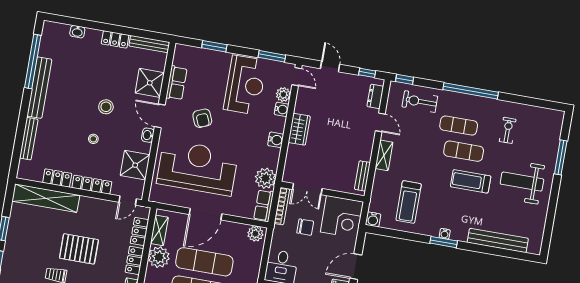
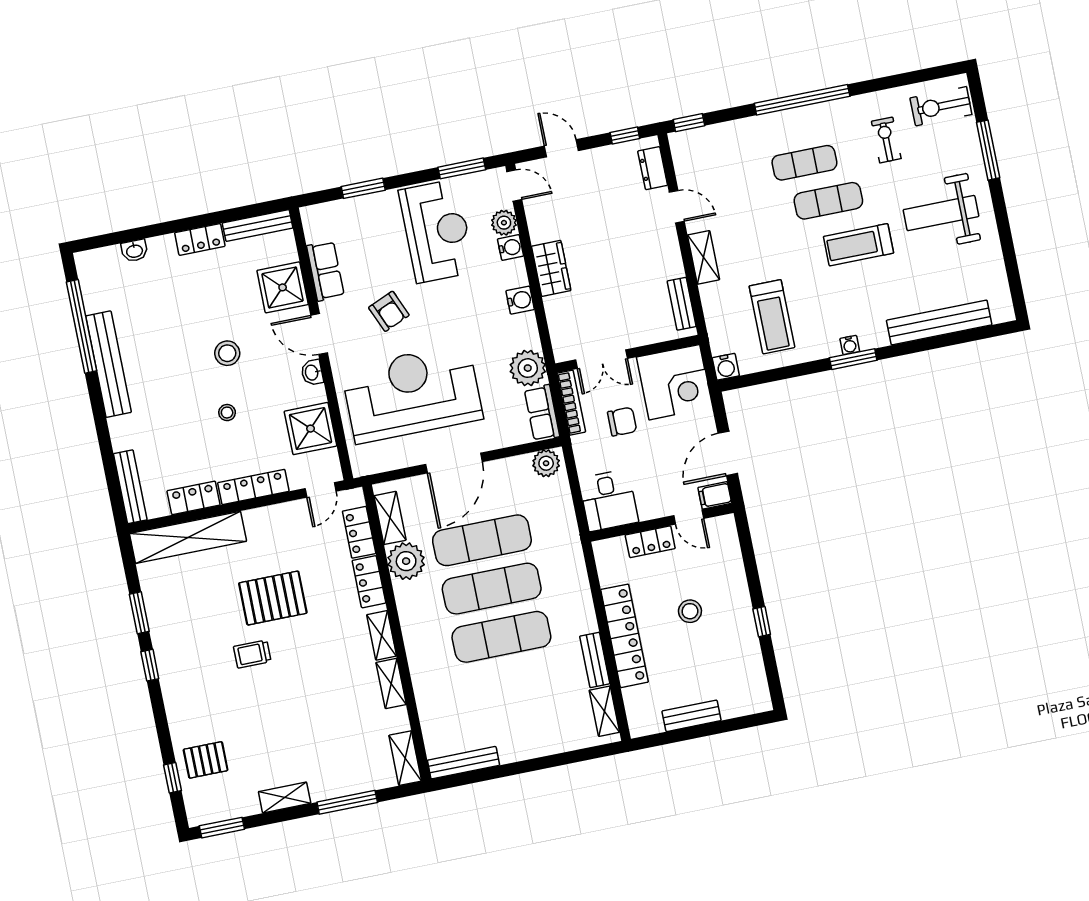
exercise bike: (420, 102) -> (941, 106), moved
bench: (29, 139) -> (130, 487), moved

